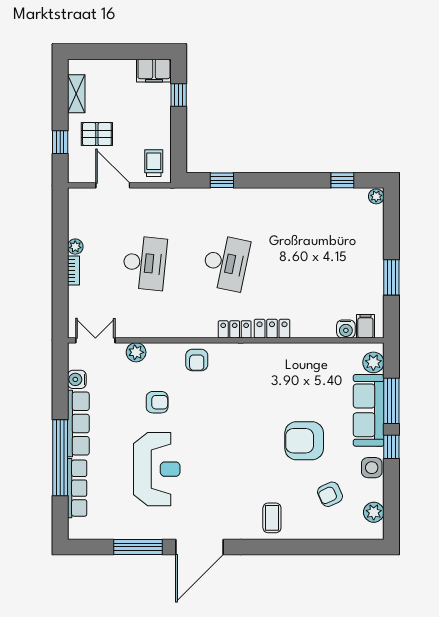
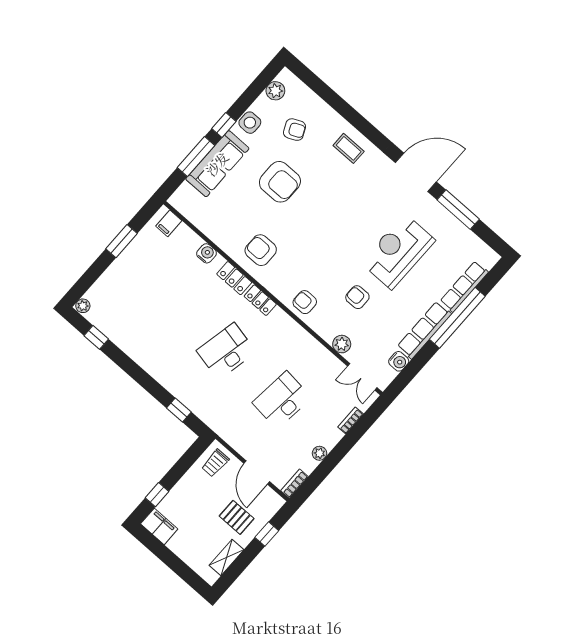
bookcase: (74, 204) -> (294, 484), added
bookcase: (73, 271) -> (351, 421), moved
water cooler: (346, 329) -> (207, 253), moved
armchair: (197, 360) -> (305, 302), turned -90
plant: (373, 362) -> (185, 194), removed
armchair: (270, 371) -> (261, 250), added
coffee table: (272, 518) -> (349, 148), turned 90

